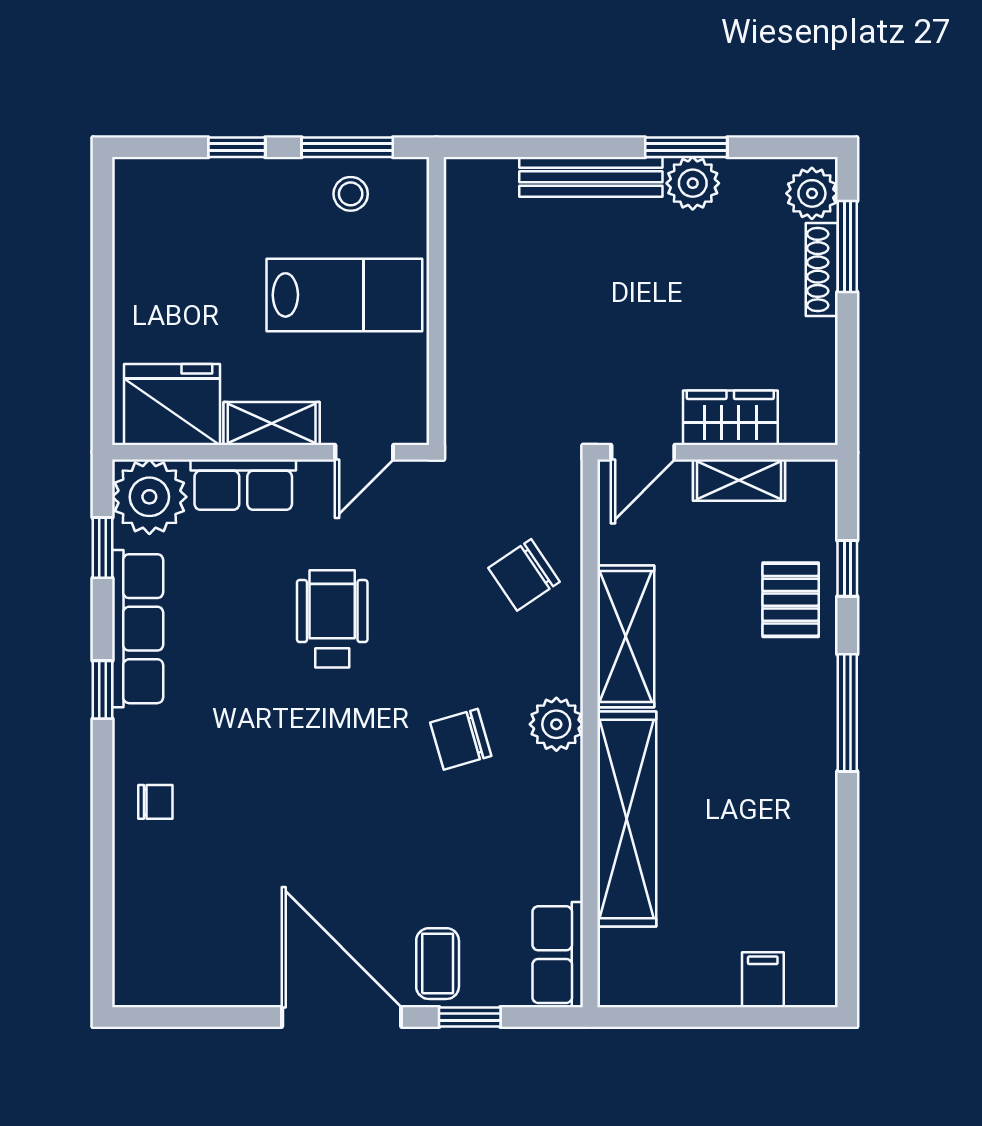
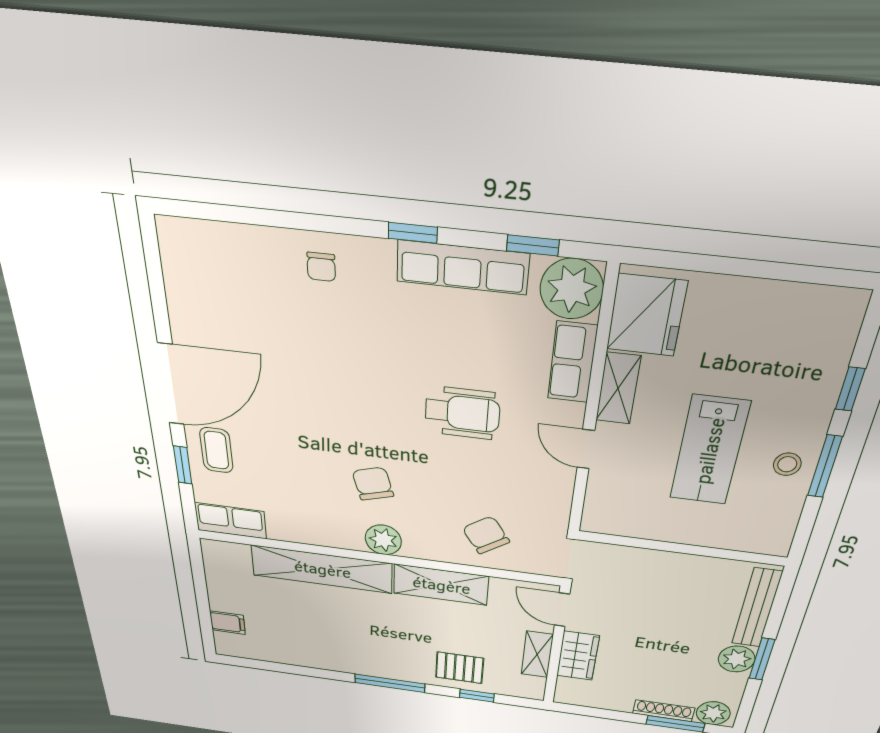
wall: (436, 301) -> (681, 548), moved
coffee table: (438, 964) -> (216, 450), turned 90

